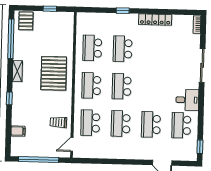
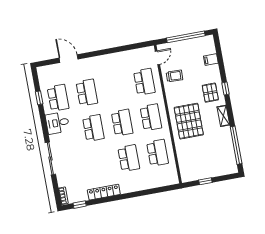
window: (123, 11) -> (80, 205), moved
pallet: (26, 21) -> (210, 93), moved
school desk: (121, 124) -> (93, 128), moved
window: (200, 147) -> (39, 98), moved

